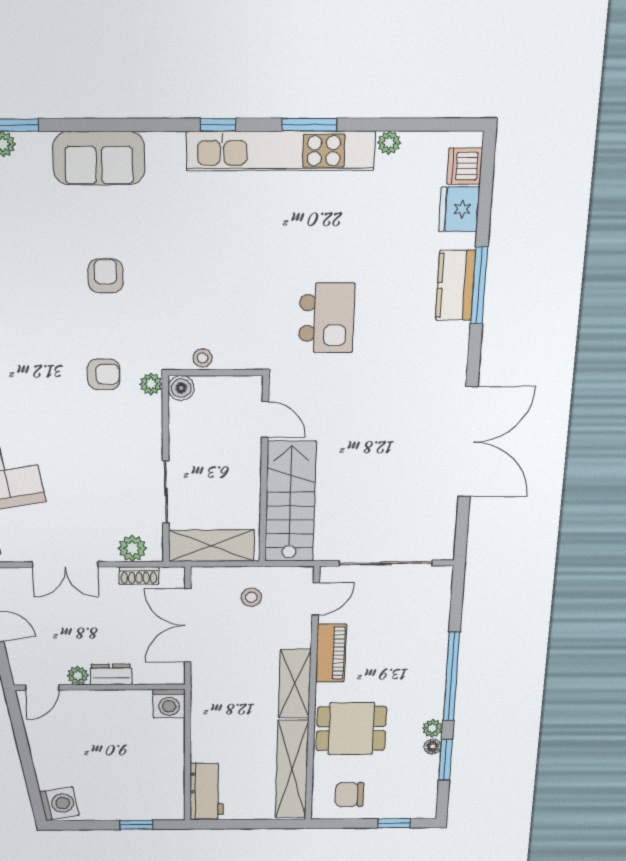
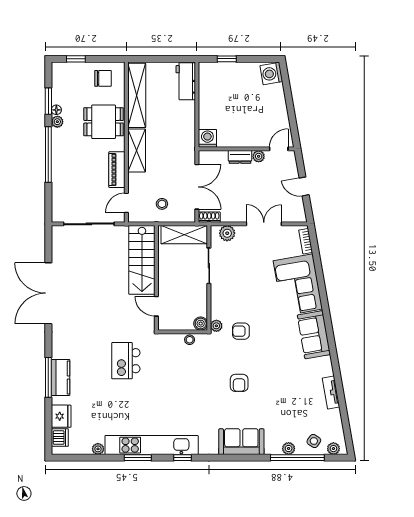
shoe rack: (139, 576) -> (209, 217), moved

